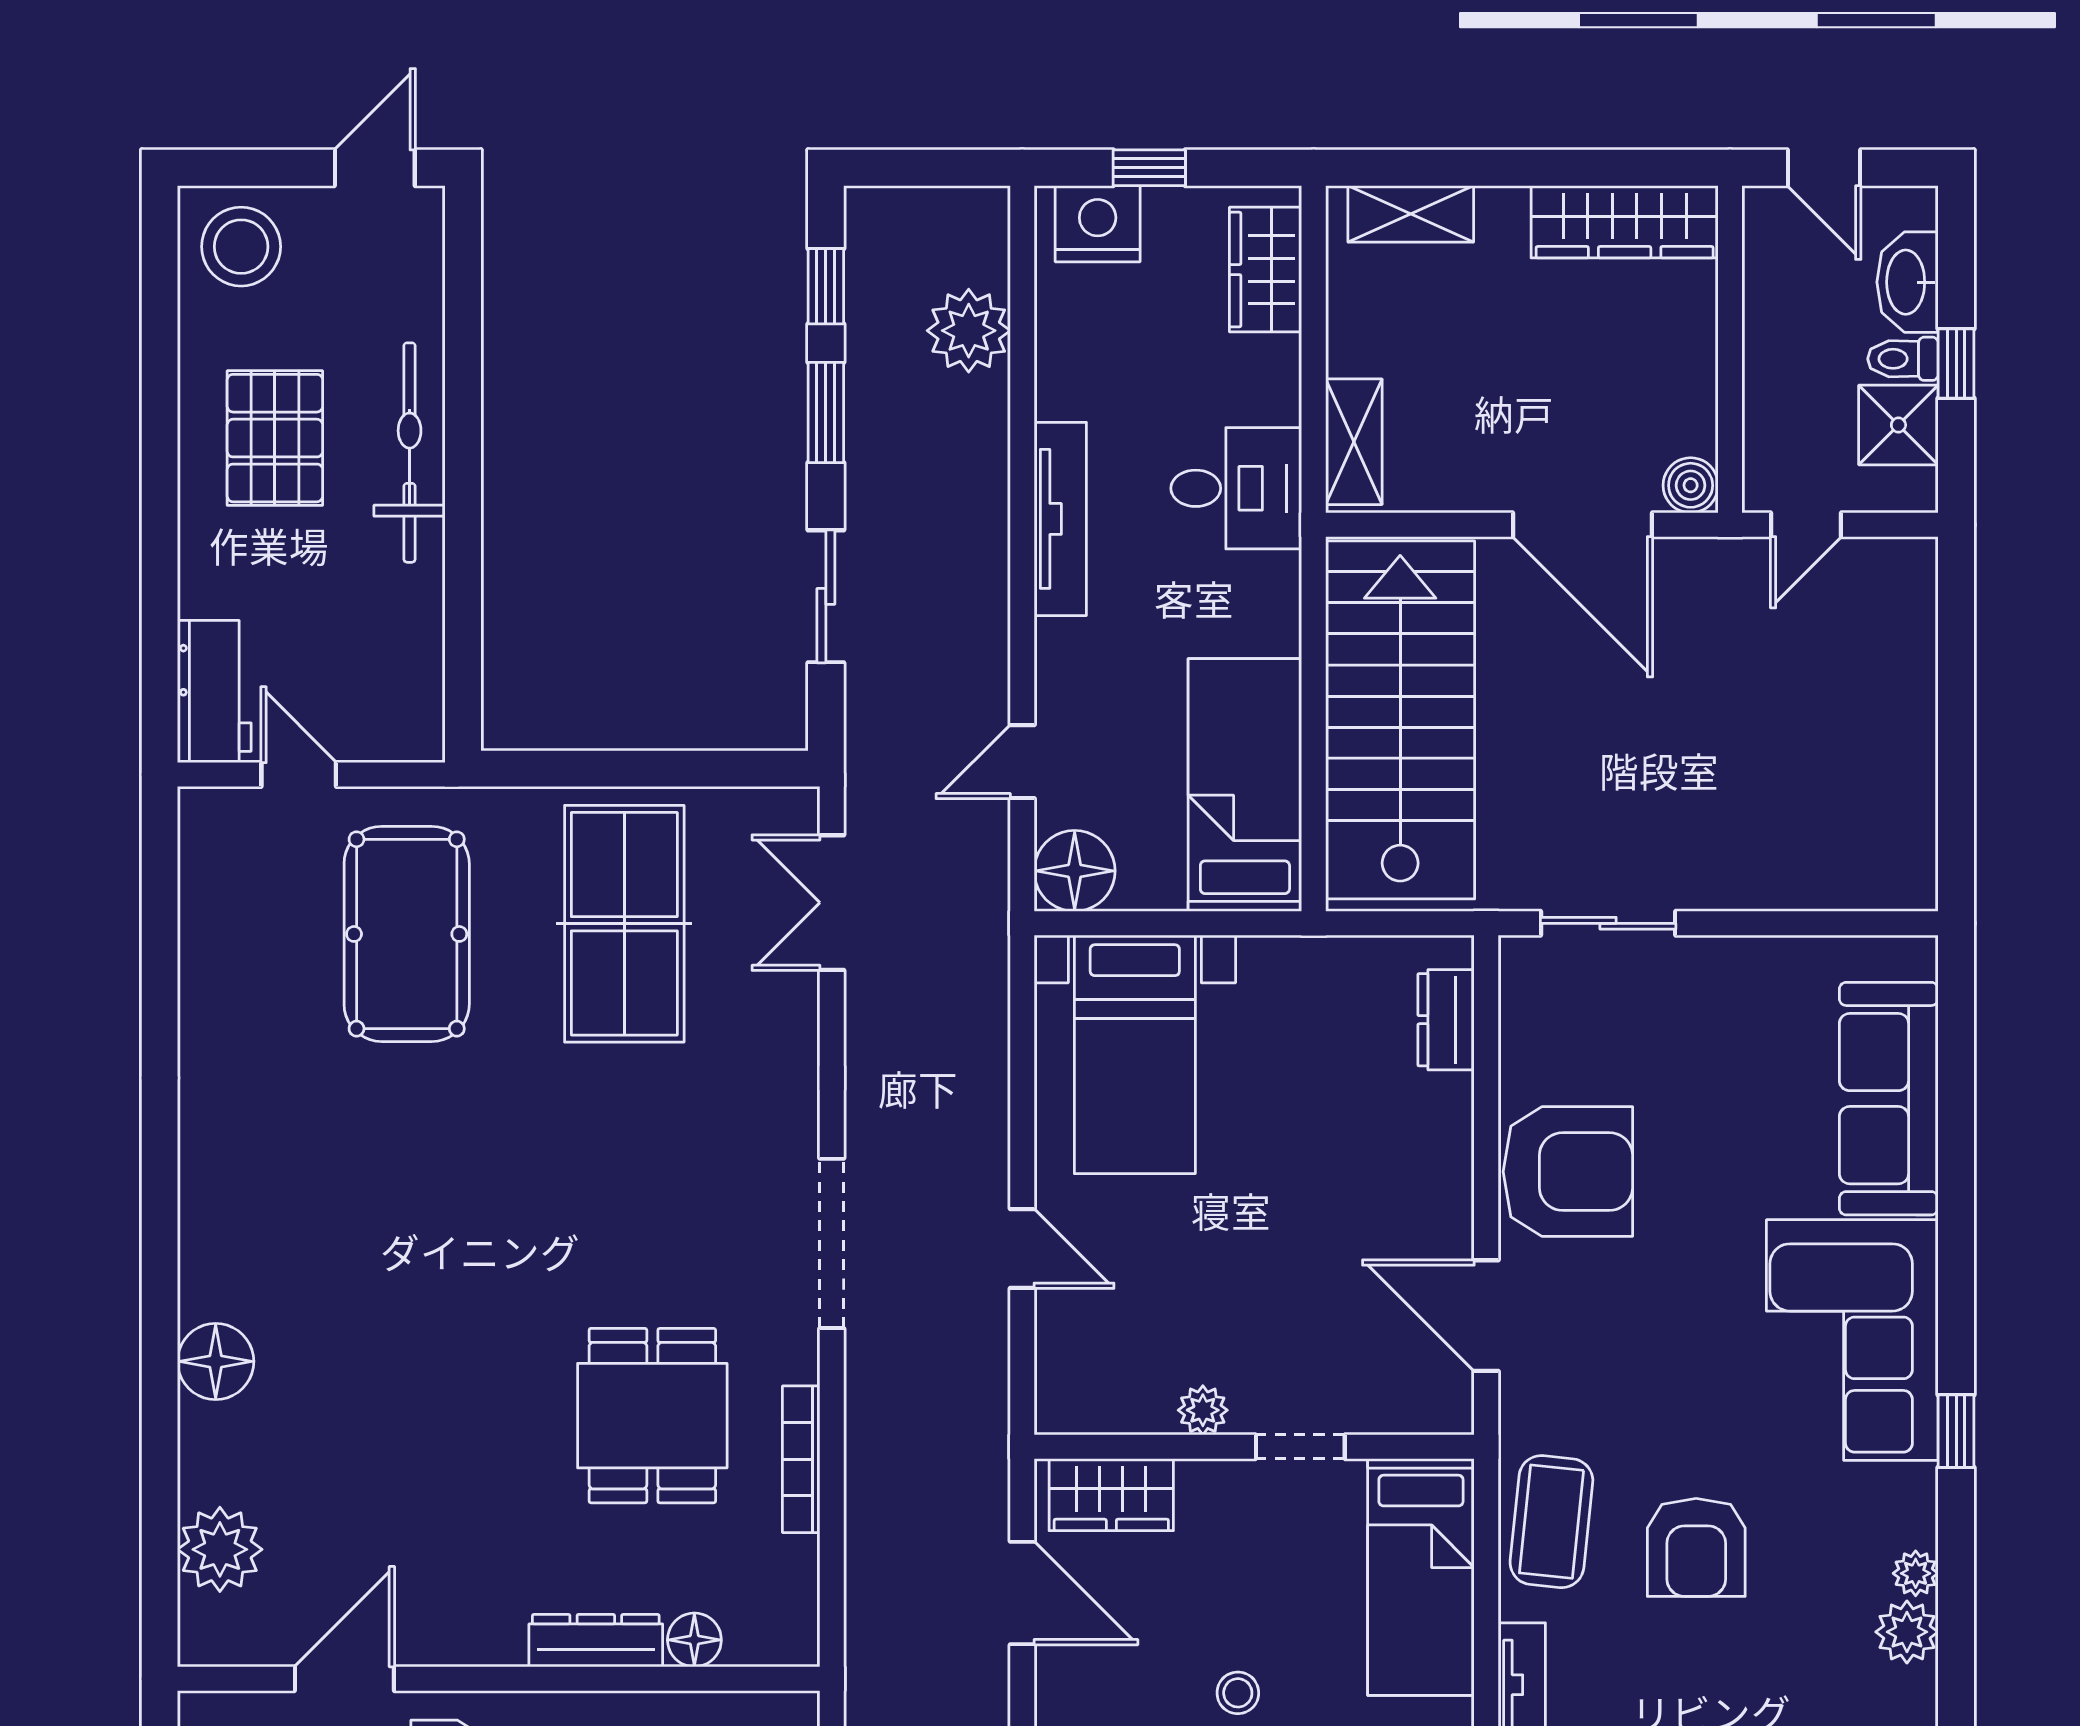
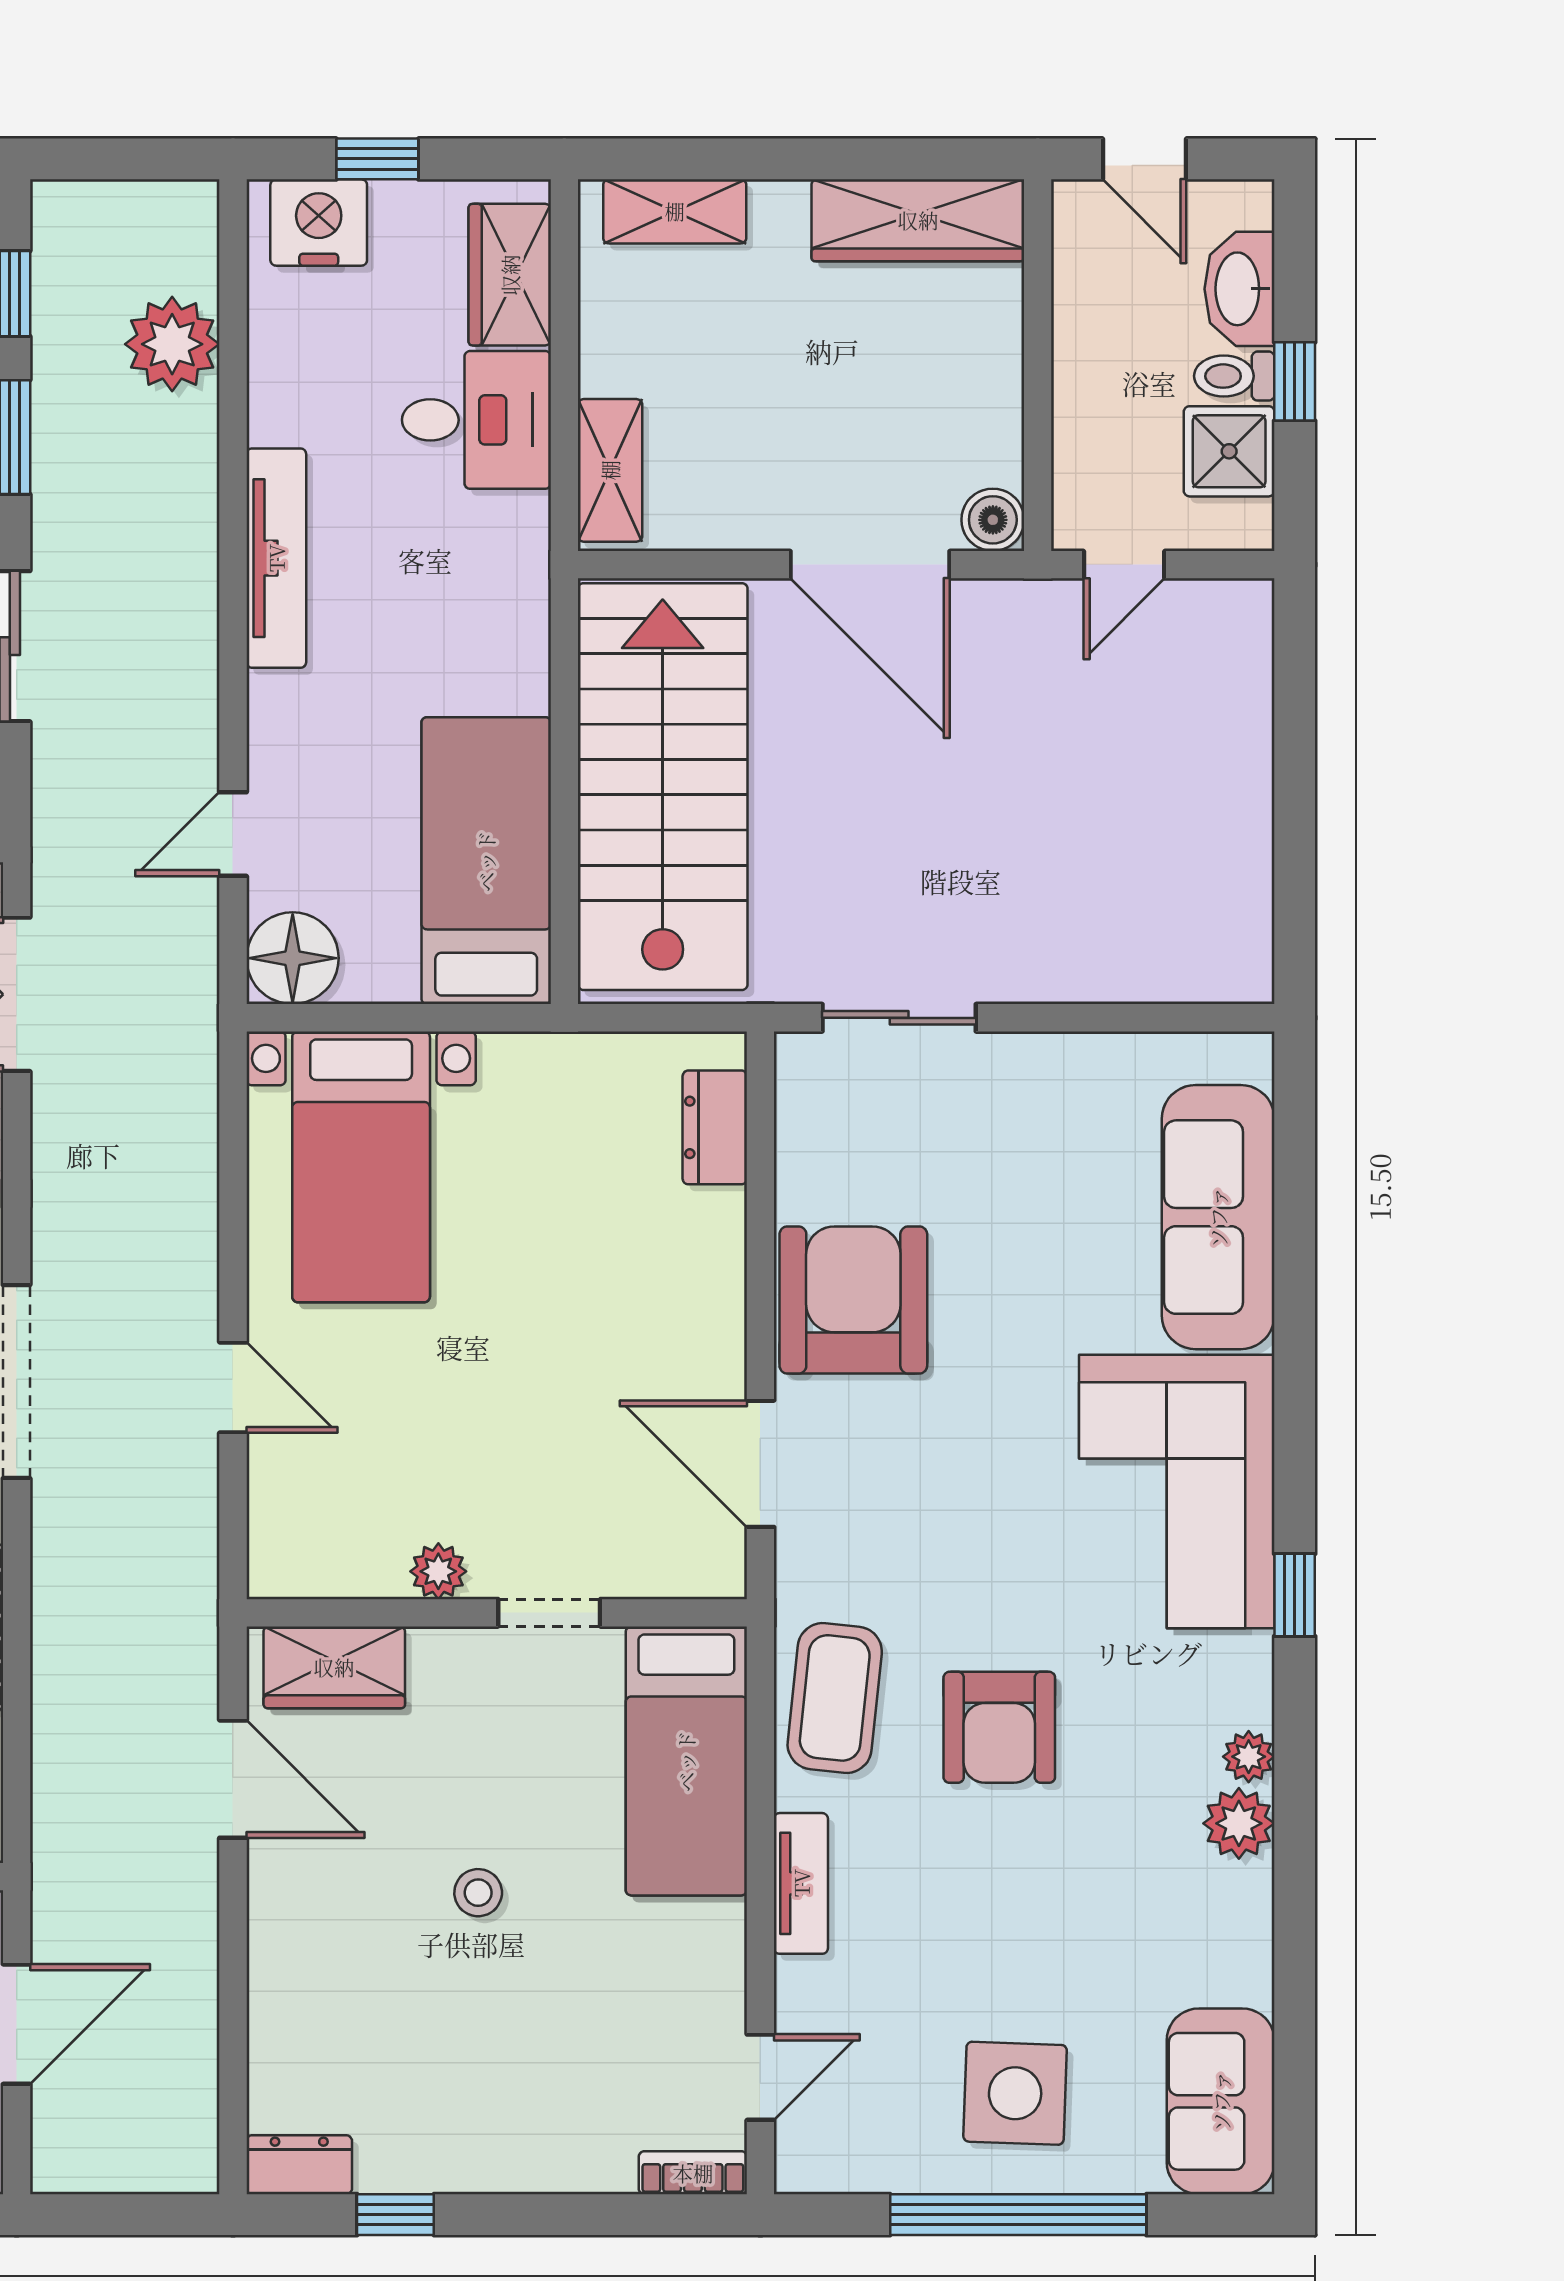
desk: (1236, 488) -> (476, 420), moved
armchair: (1568, 1172) -> (853, 1300), turned -90

